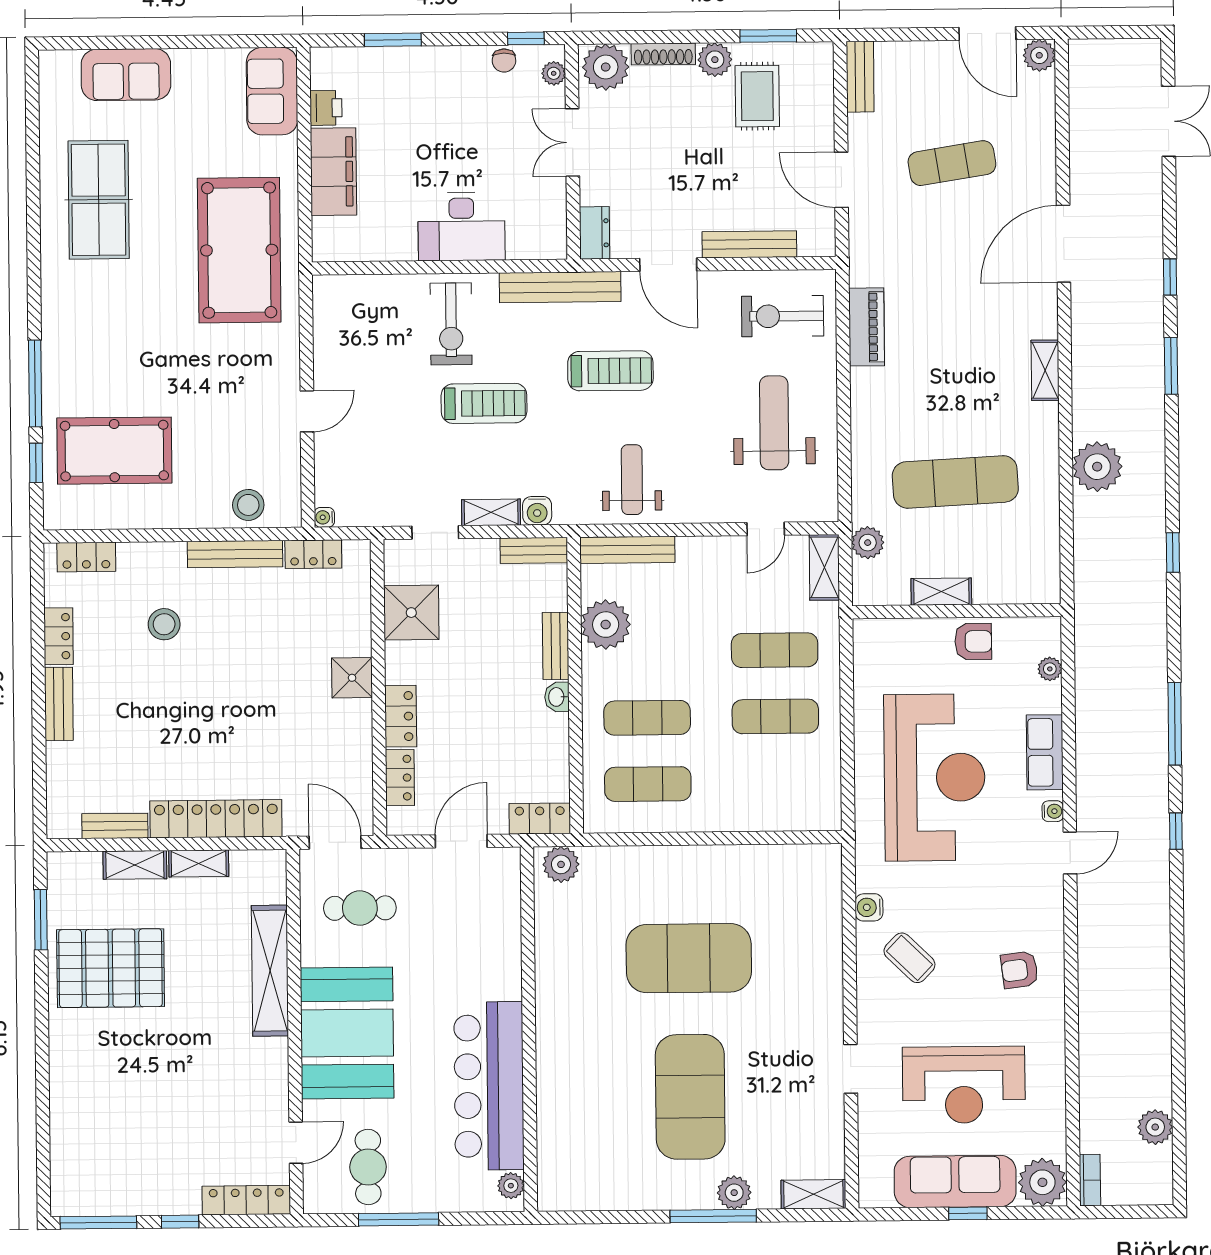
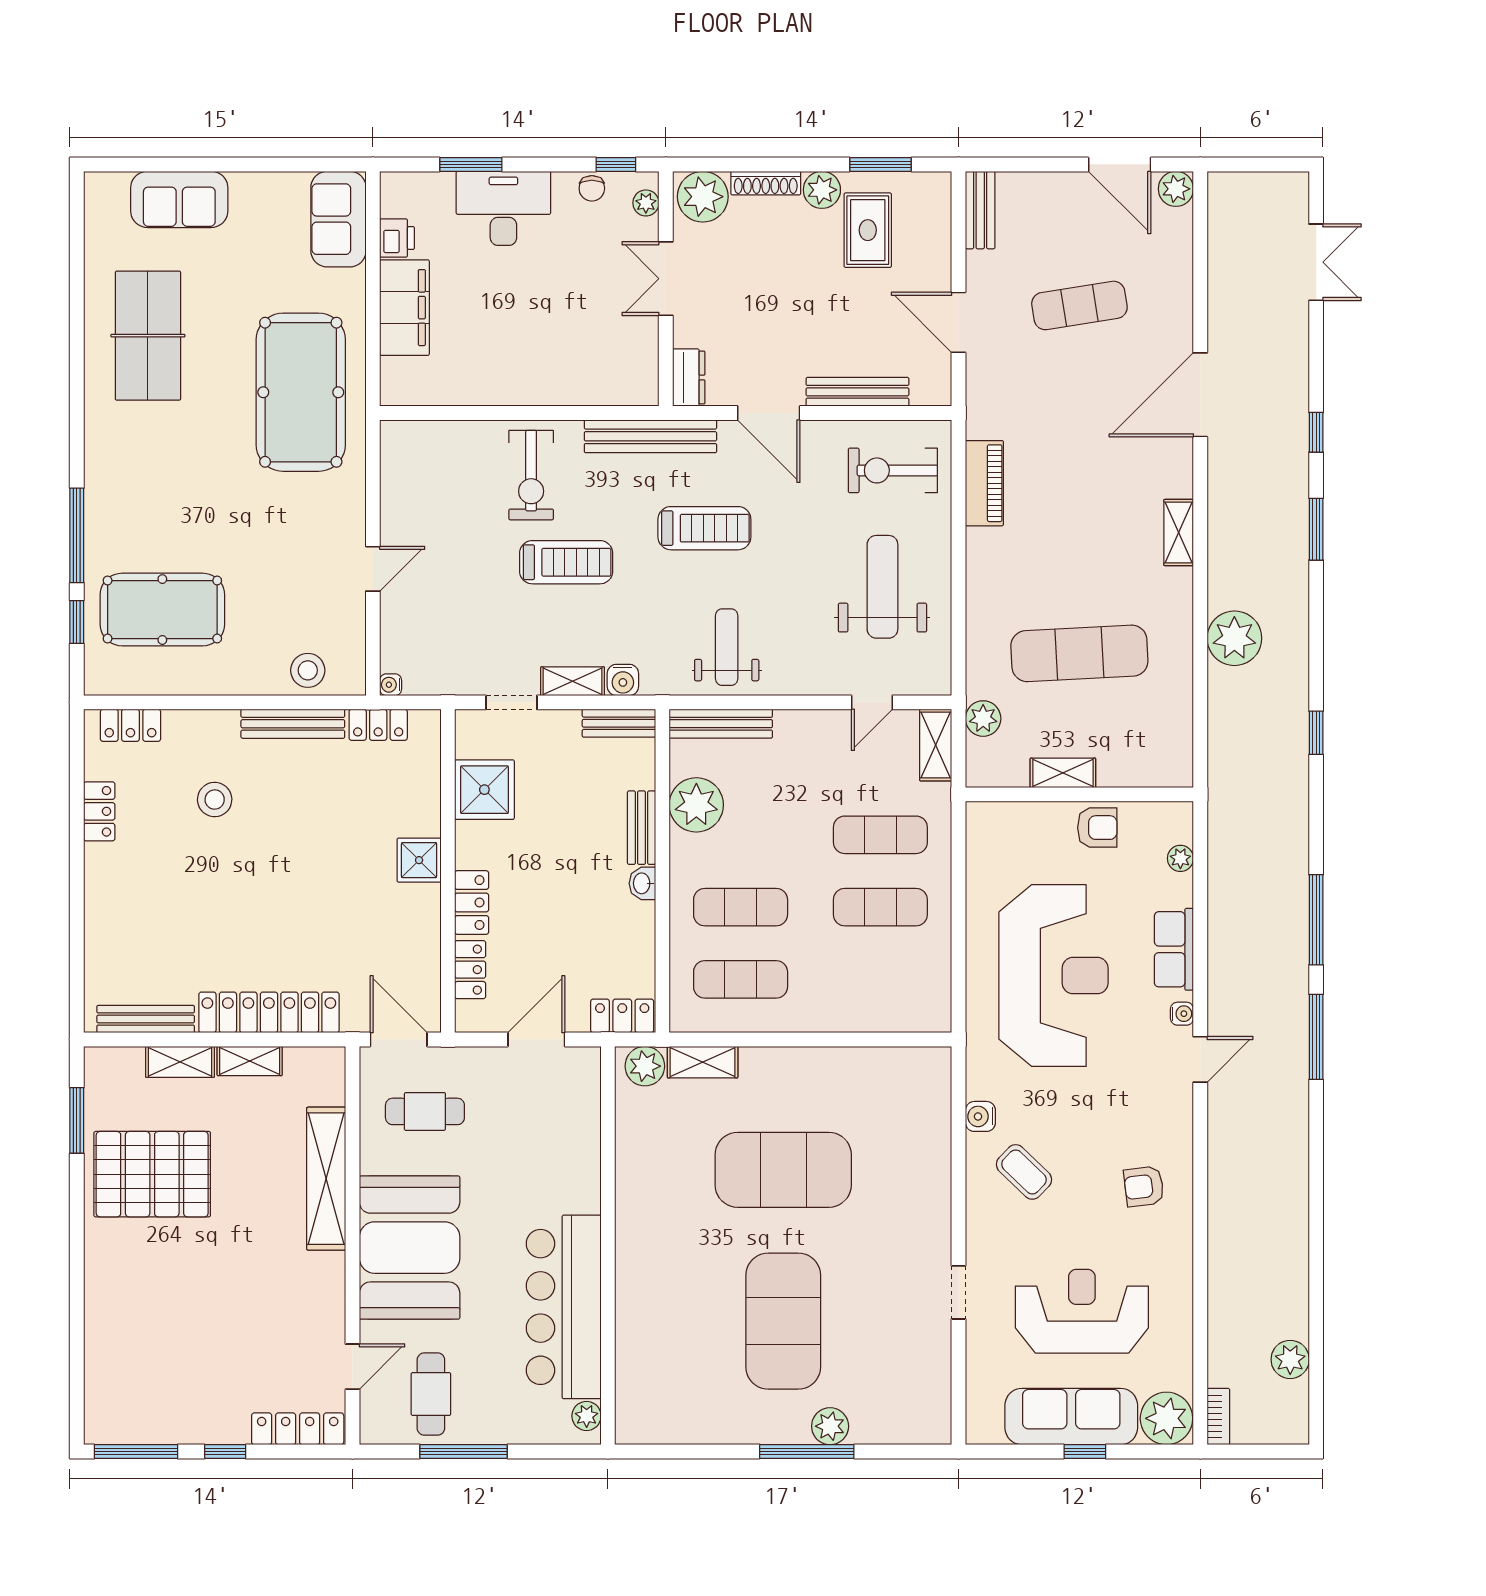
desk: (461, 227) -> (503, 208), moved, turned 180
bench: (59, 704) -> (99, 885), removed
bench: (115, 826) -> (146, 1019), width x1.36
window: (1176, 831) -> (1316, 1037), width x2.17
reception desk: (964, 1085) -> (1082, 1311), turned 180
shelving: (813, 1194) -> (703, 1062), moved

